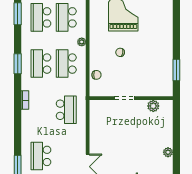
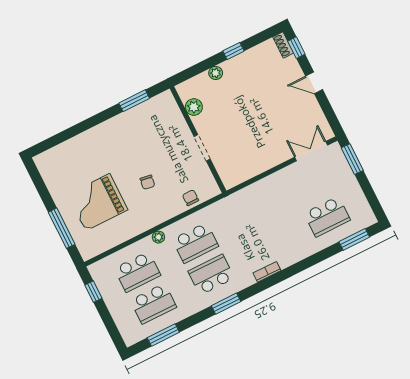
school desk: (41, 64) -> (211, 275), turned 180
school desk: (66, 110) -> (253, 214), removed
window: (176, 149) -> (233, 51), added
plant: (168, 152) -> (216, 73), moved

